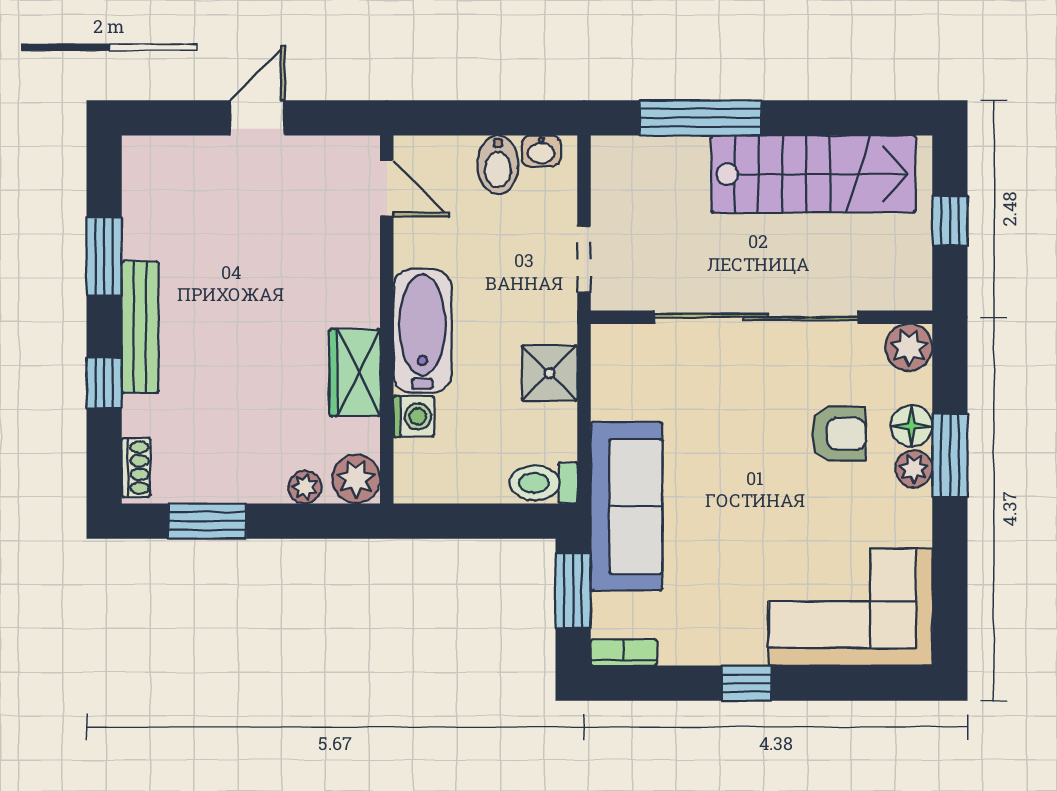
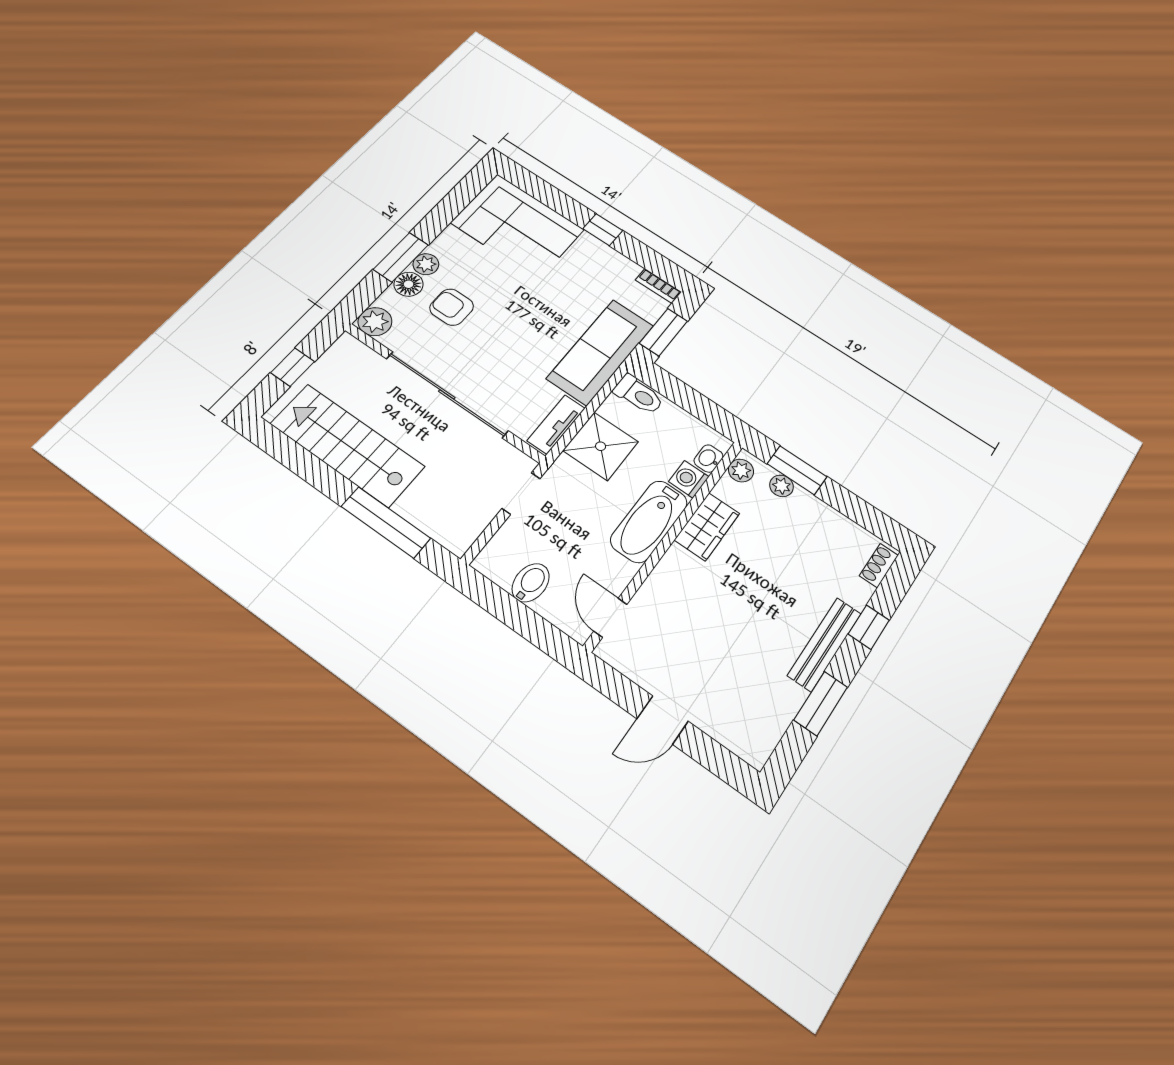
washbasin: (541, 151) -> (709, 459), moved, turned -90
shower: (550, 373) -> (601, 446), width x1.36, depth x1.36
tv unit: (608, 373) -> (556, 424), added
plant: (356, 479) -> (741, 471), width x0.73, depth x0.73
window: (207, 521) -> (797, 470), moved

